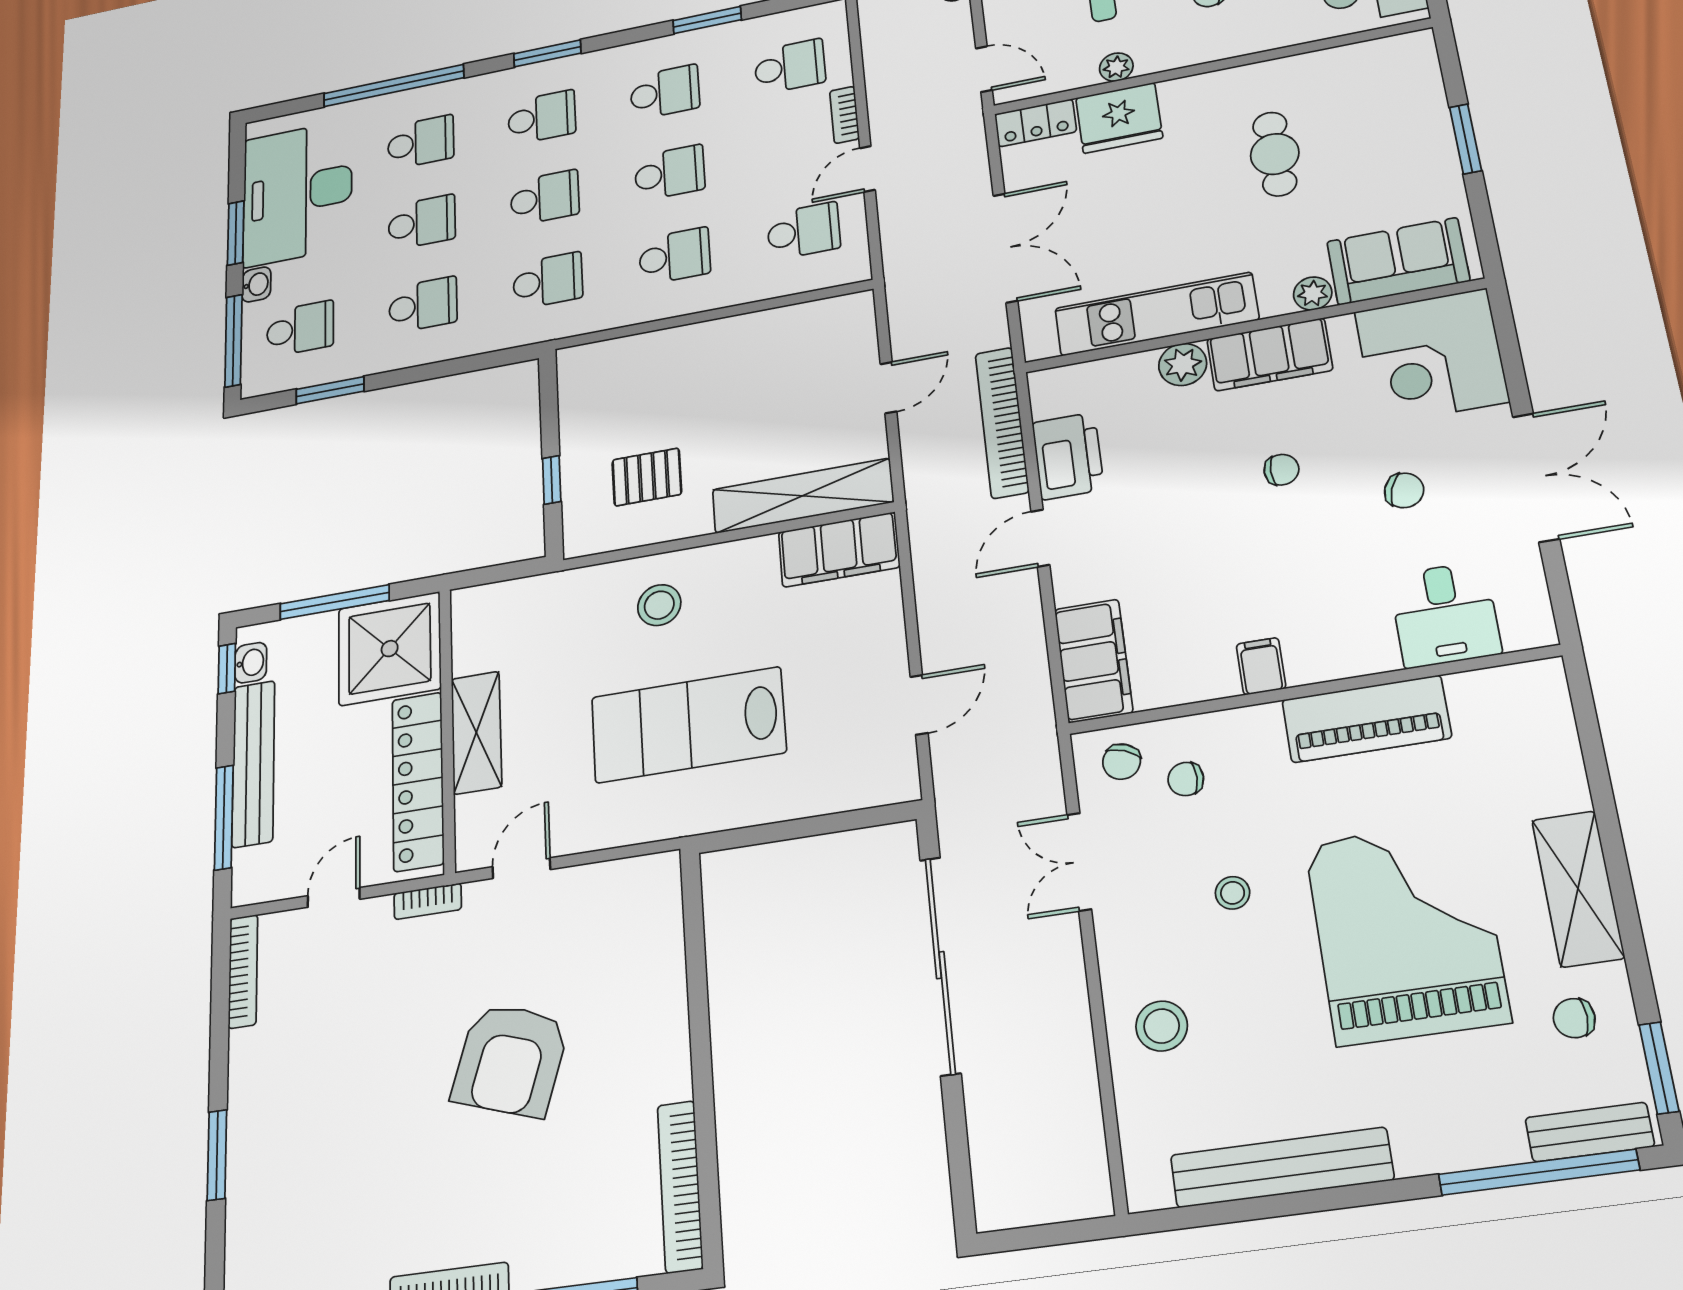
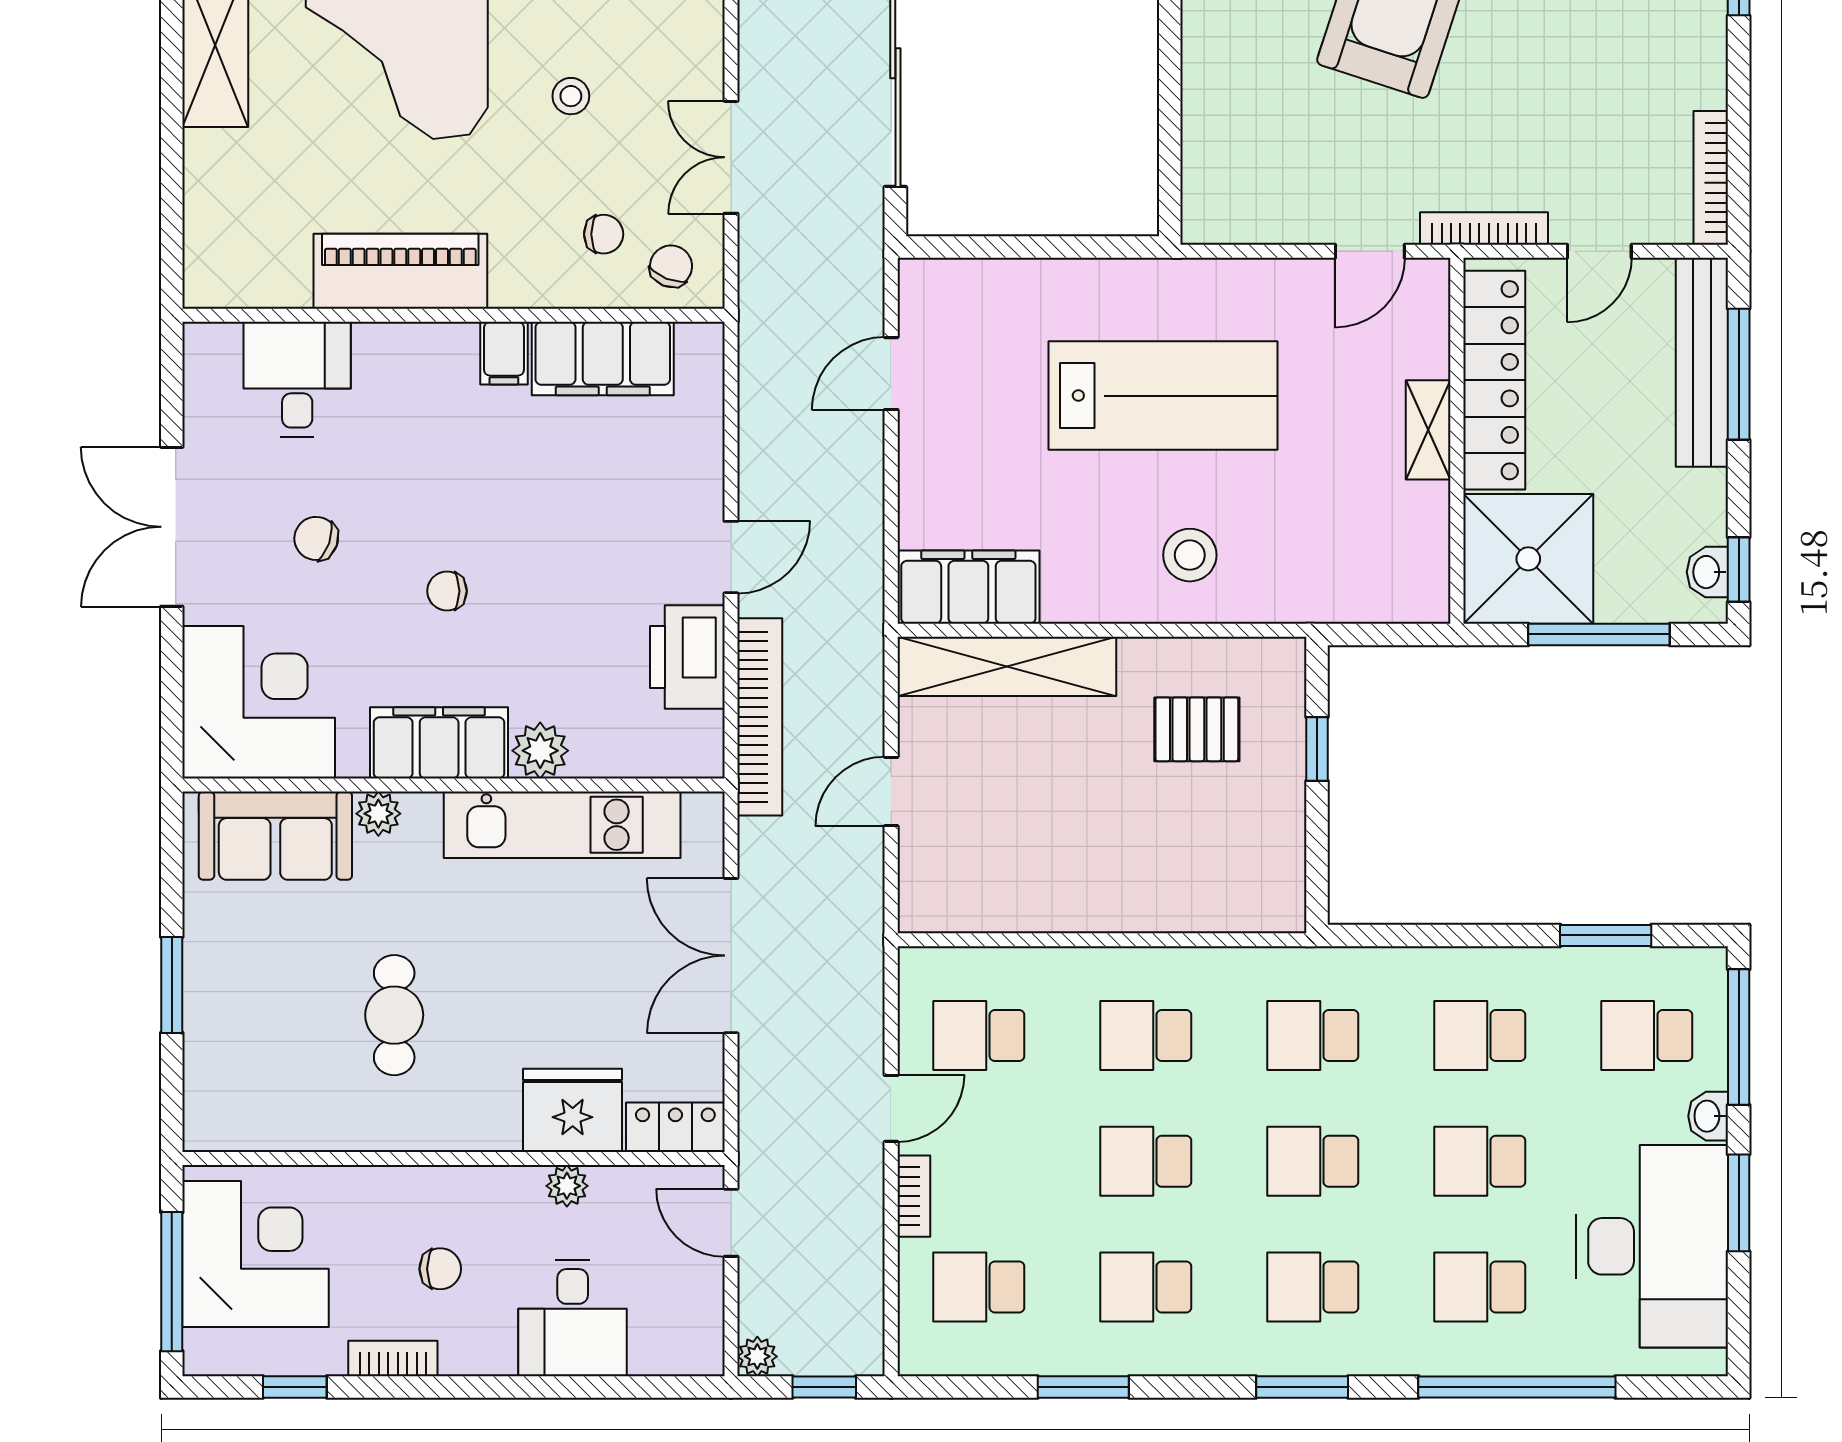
filing cabinet: (1094, 661) -> (603, 359), moved, turned -90
shelving: (476, 733) -> (1428, 430), width x0.67, depth x0.75
bench: (253, 763) -> (1702, 362), moved
double door: (1079, 862) -> (731, 157), swing flipped
bookcase: (428, 901) -> (1484, 229), width x1.56

